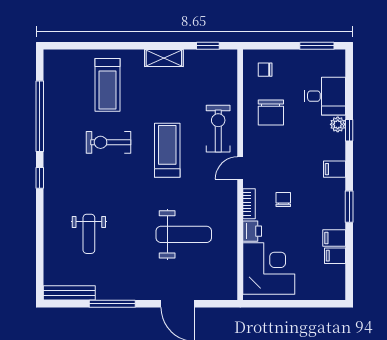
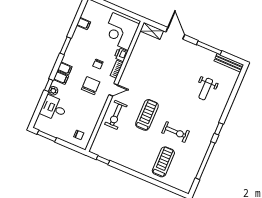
shelving: (164, 58) -> (152, 31), moved
chair: (271, 113) -> (91, 86), moved
treadmill: (167, 150) -> (147, 115), turned 180
weight bench: (89, 234) -> (206, 89), turned 180
weight bench: (184, 234) -> (157, 68), removed
filing cabinet: (334, 238) -> (61, 78), moved

